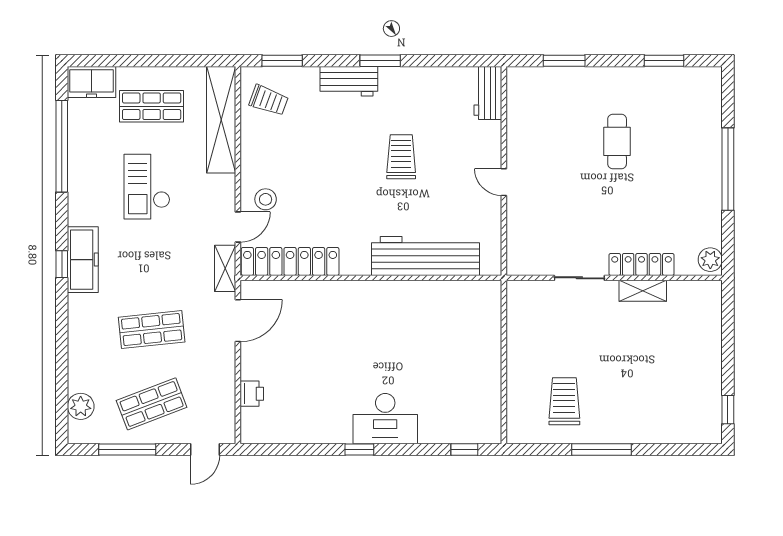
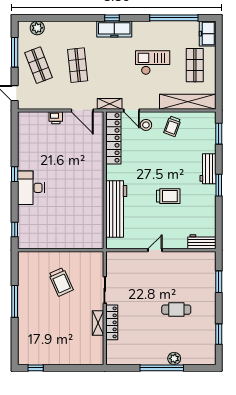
trolley: (269, 100) -> (172, 126), moved
plant: (710, 260) -> (174, 359), moved
printer: (252, 394) -> (56, 118), moved
trolley: (564, 401) -> (61, 282), moved, turned 66

